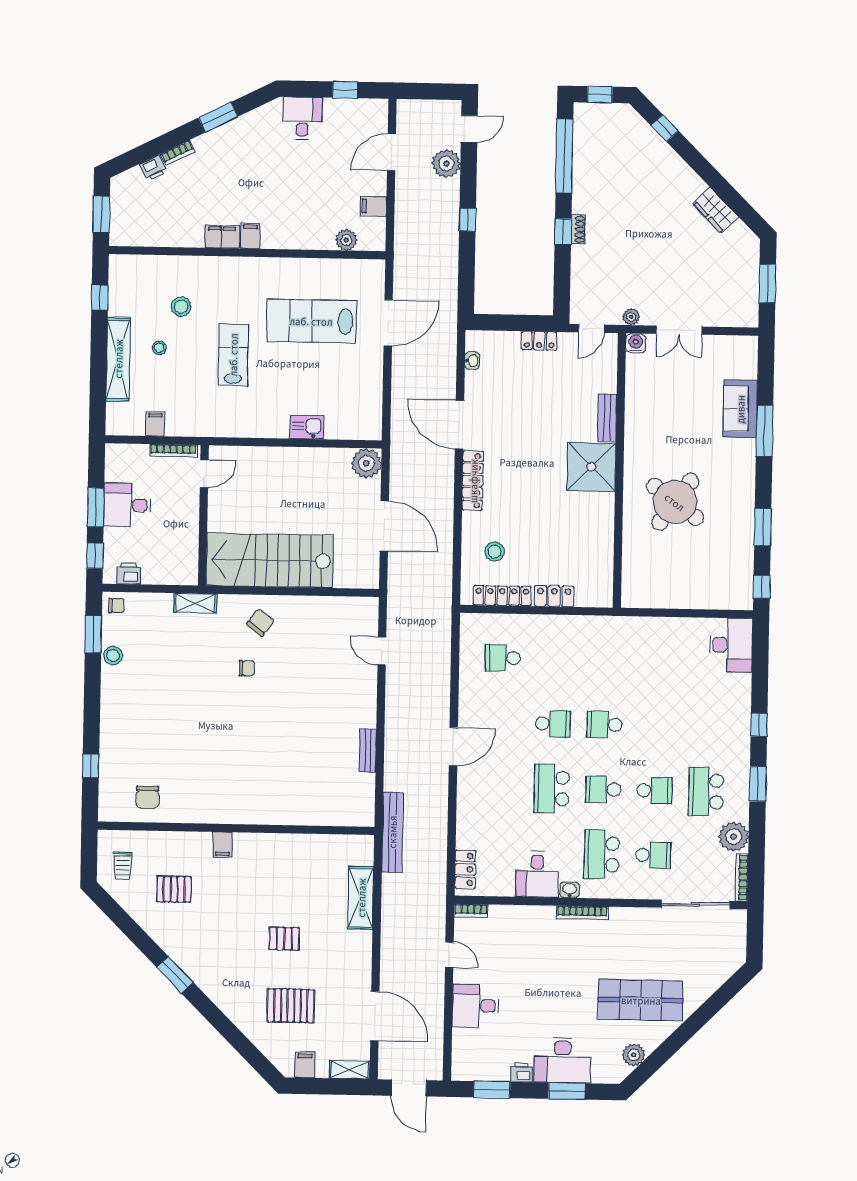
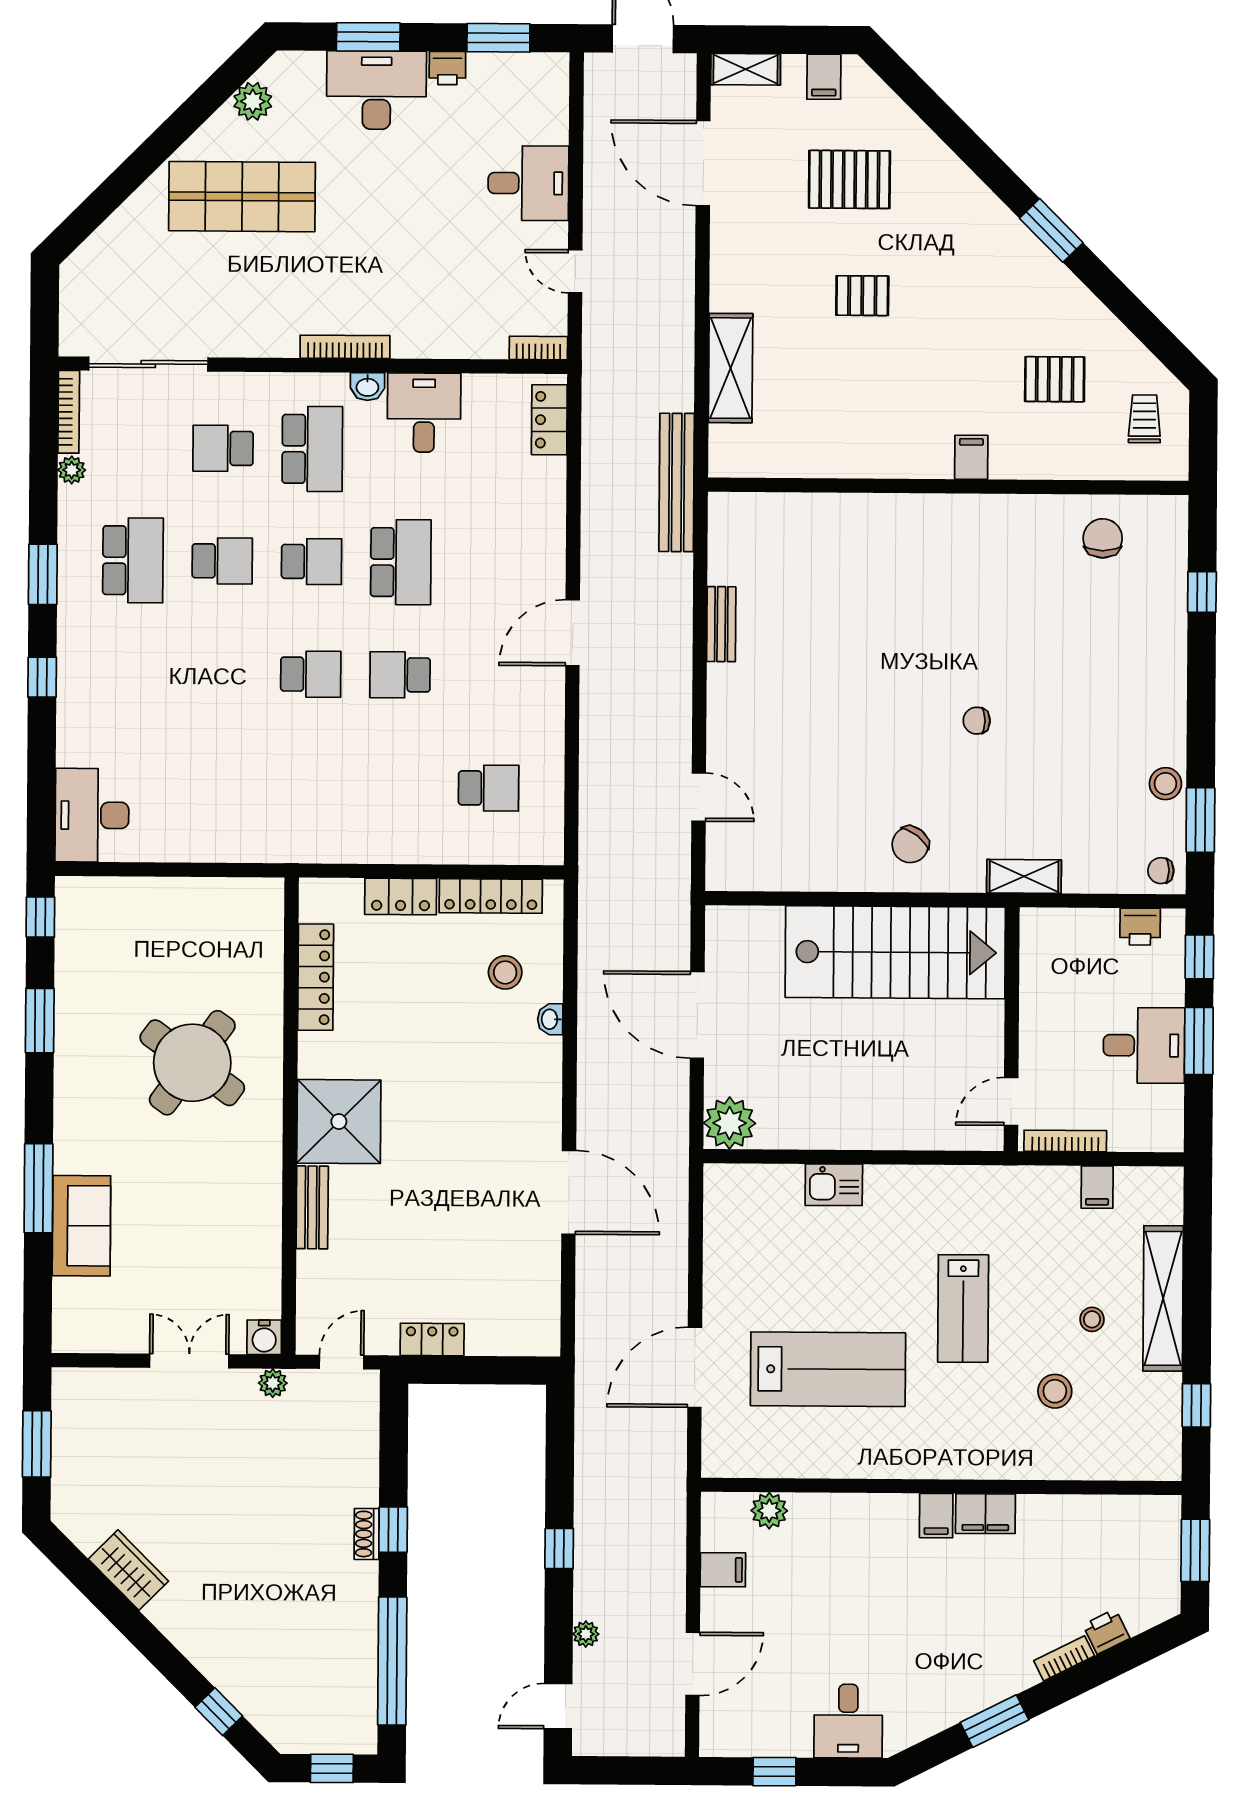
plant: (446, 163) -> (586, 1634), width x0.53, depth x0.53
washbasin: (472, 361) -> (550, 1019), moved
locker: (473, 481) -> (316, 977), moved, turned 180
chair: (247, 668) -> (977, 721), moved
school desk: (654, 790) -> (222, 561), turned 180
plant: (734, 837) -> (72, 470), width x0.53, depth x0.53

